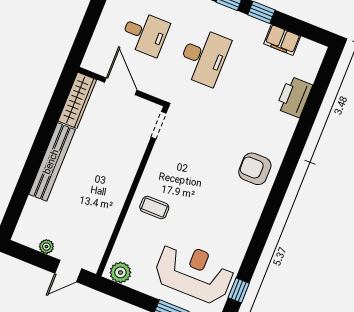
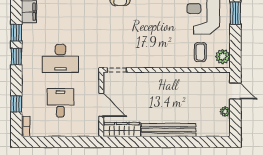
desk: (204, 57) -> (60, 58), turned 180
door: (121, 86) -> (101, 105), swing flipped
coffee table: (154, 207) -> (200, 52), moved

